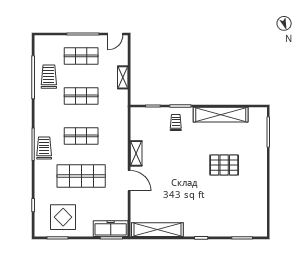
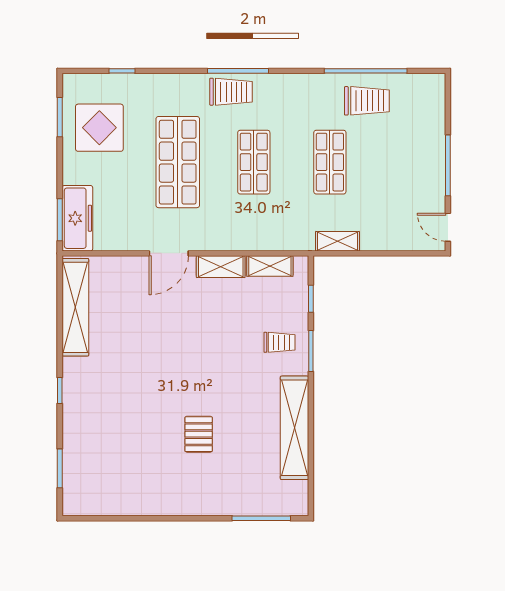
shop shelf: (81, 56) -> (406, 162), removed
shelving: (123, 77) -> (338, 241), moved
shelving: (136, 128) -> (270, 266), added
pallet: (224, 165) -> (199, 434), width x0.67, depth x0.71

